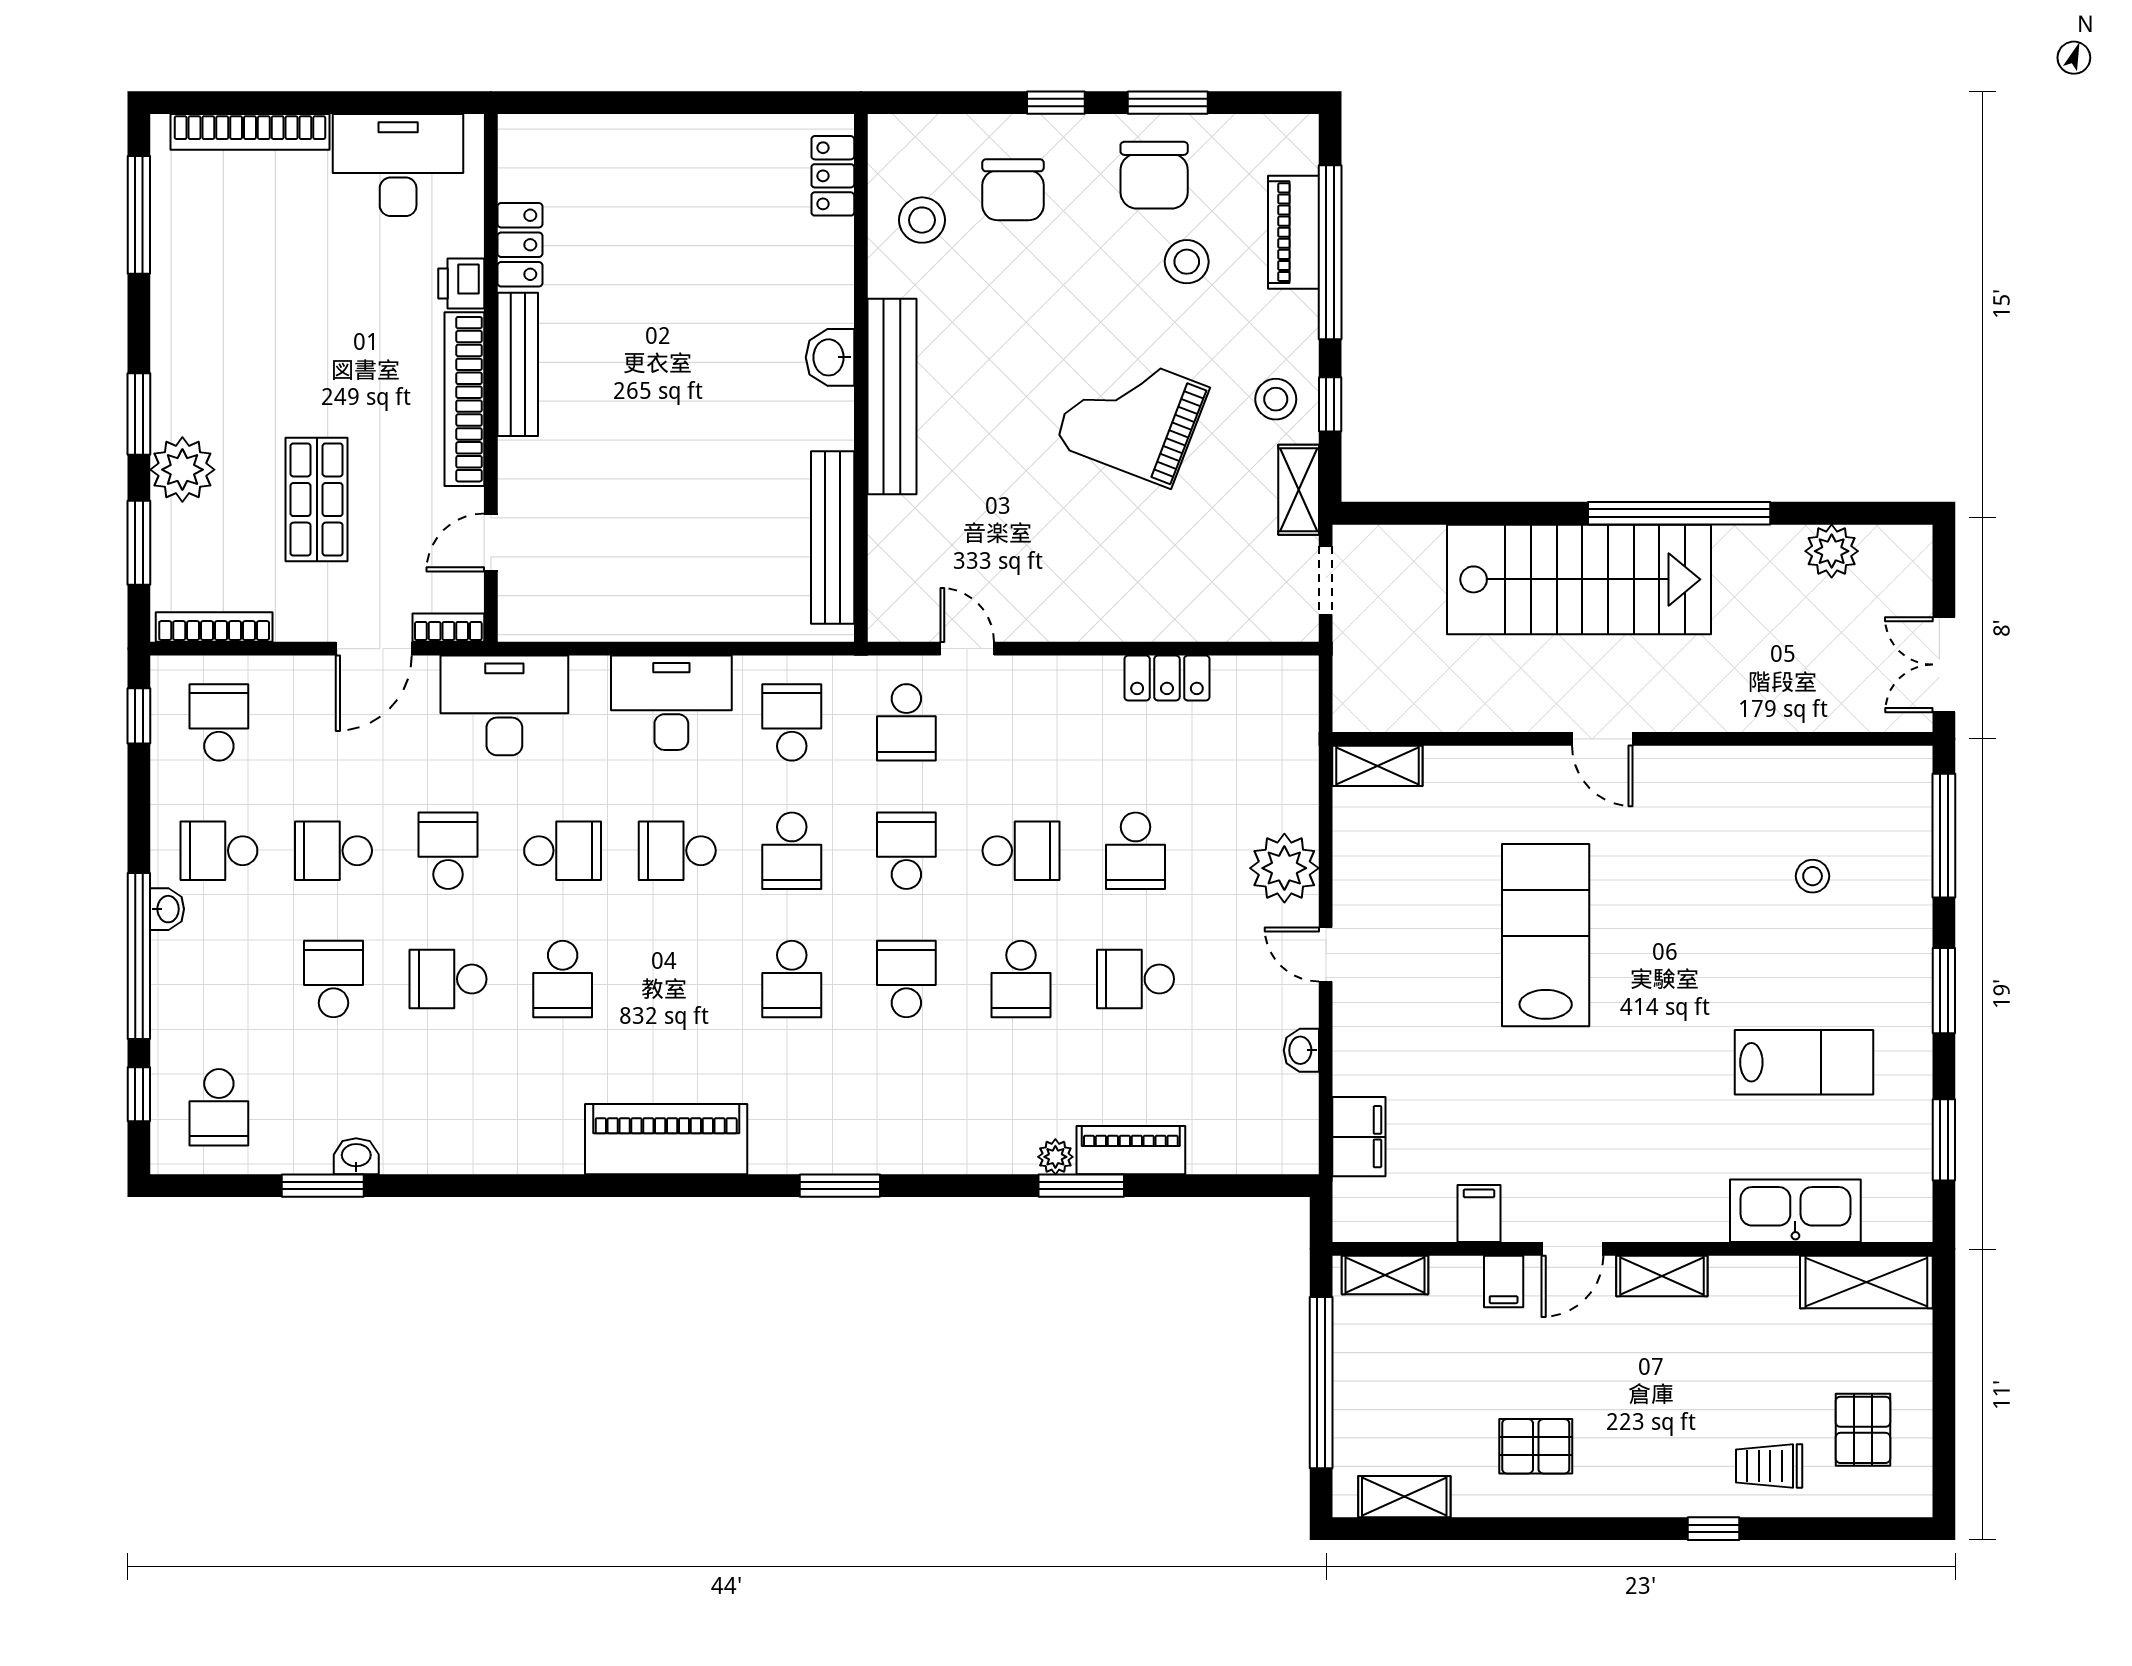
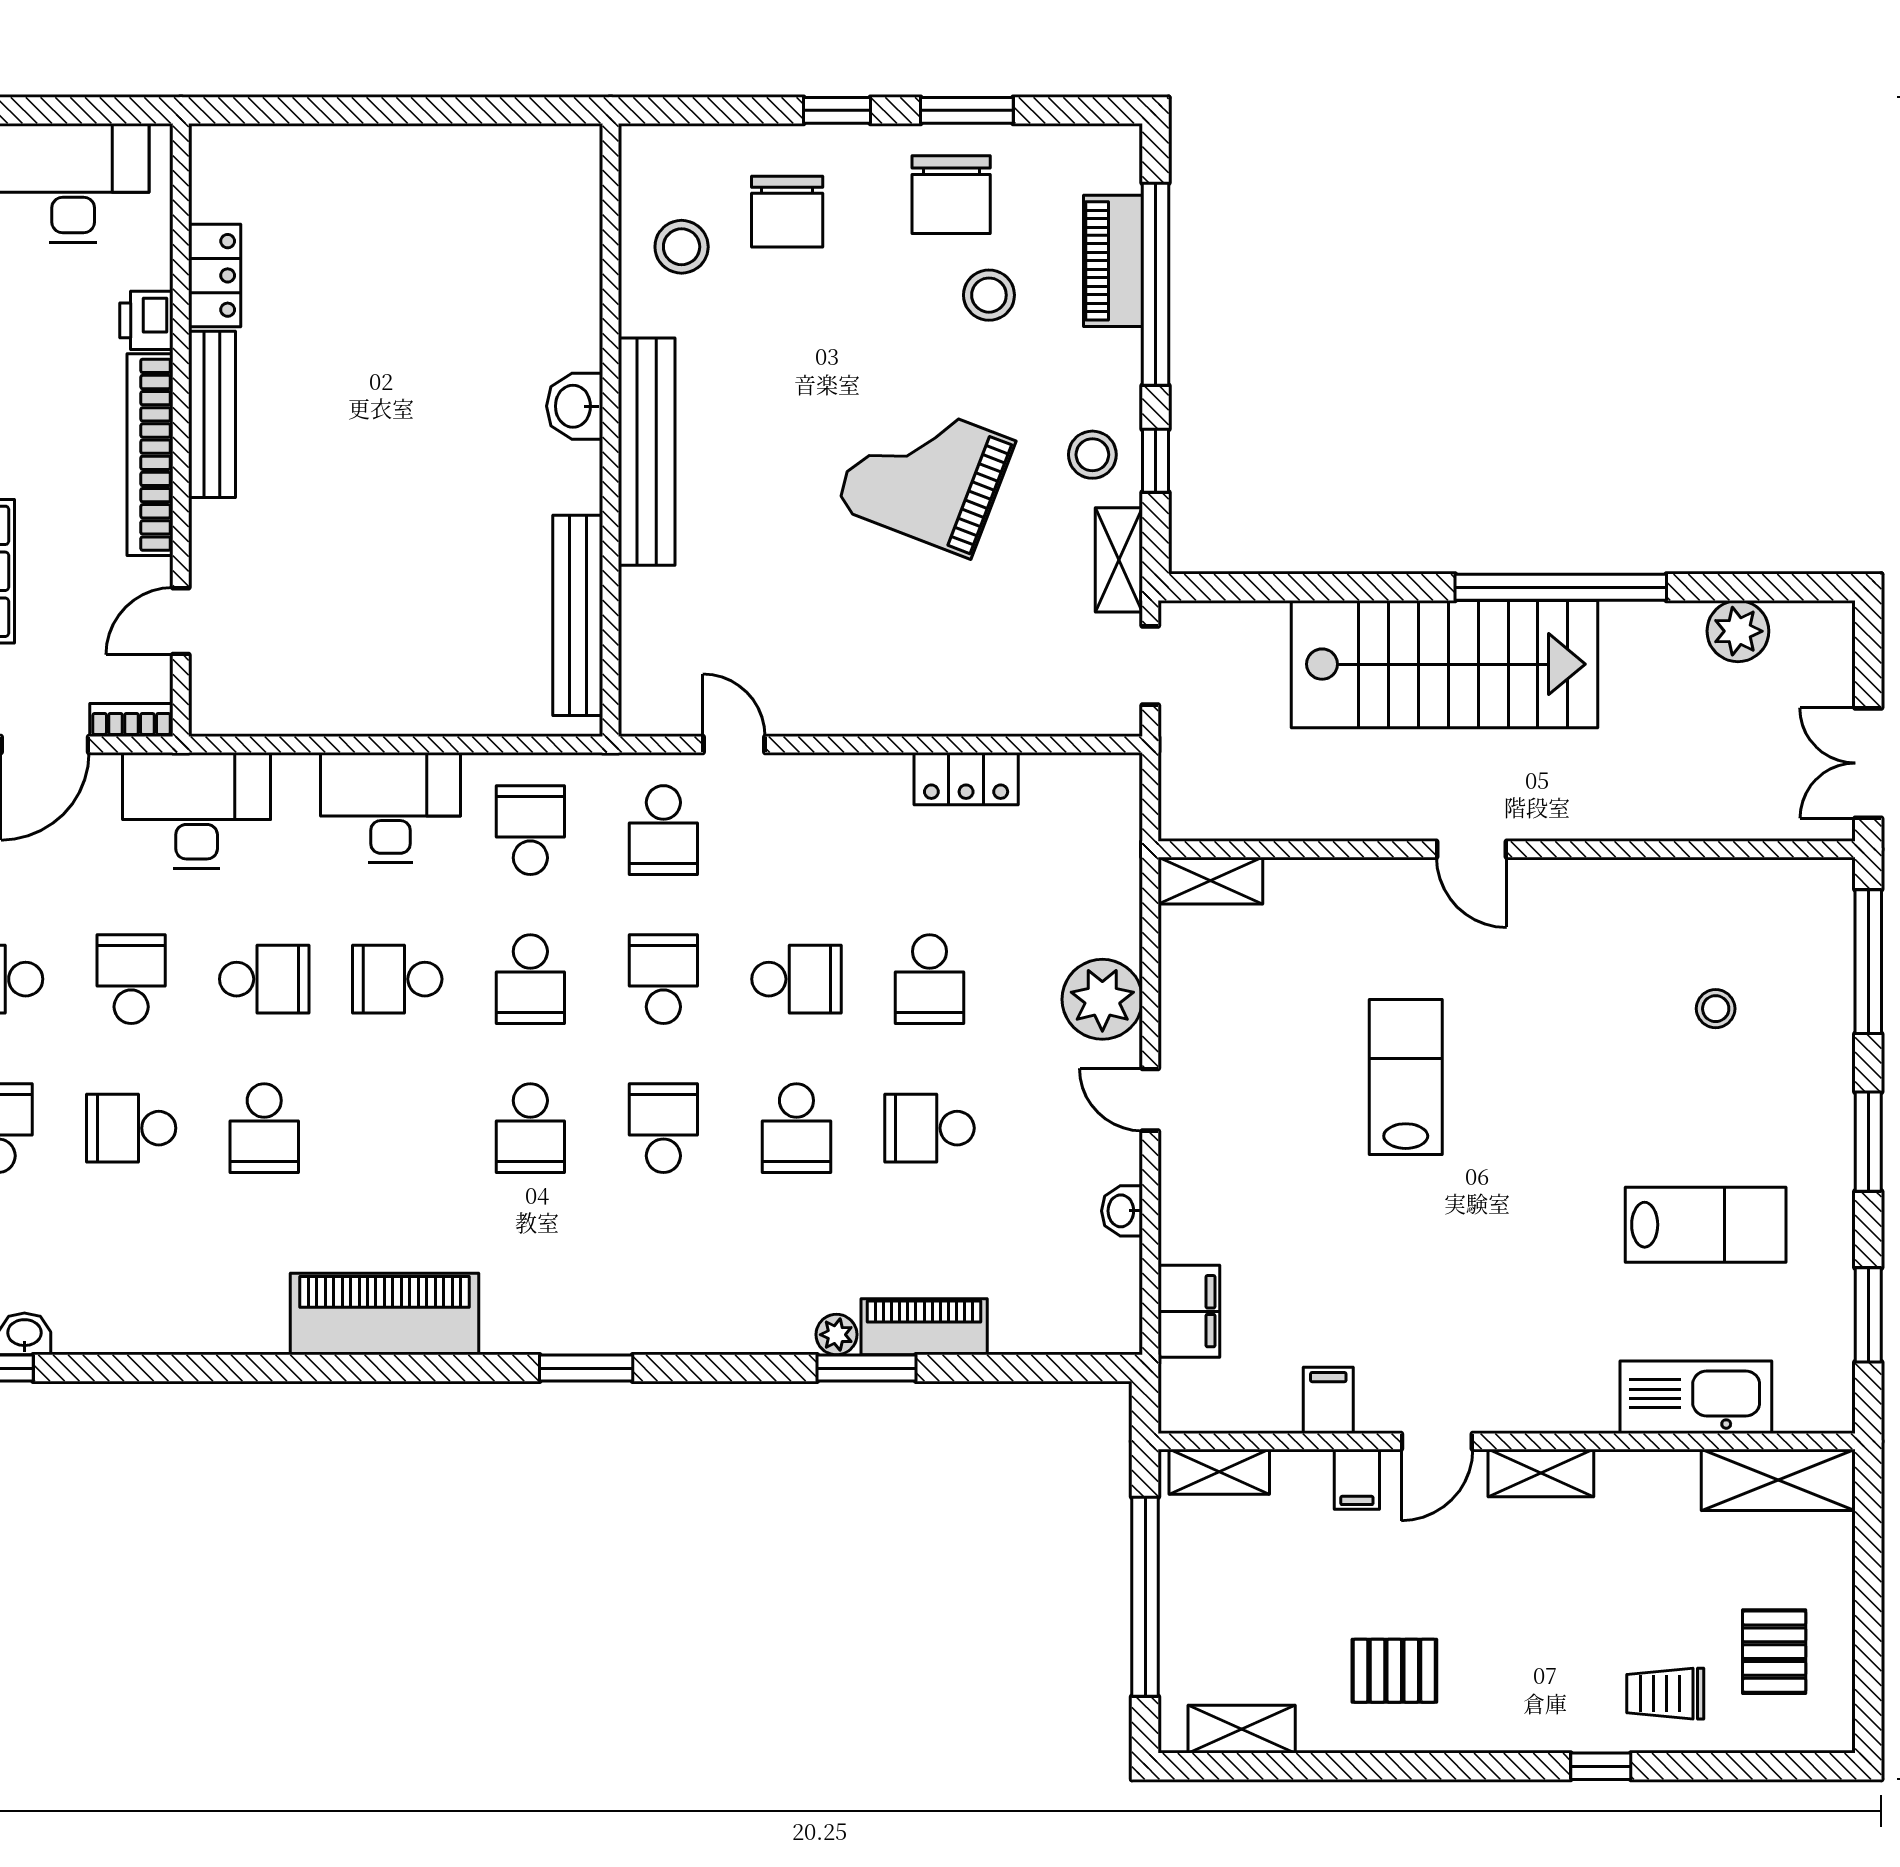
locker: (833, 176) -> (578, 195), removed
lab bench: (1546, 935) -> (1406, 1077), width x0.73, depth x0.72

